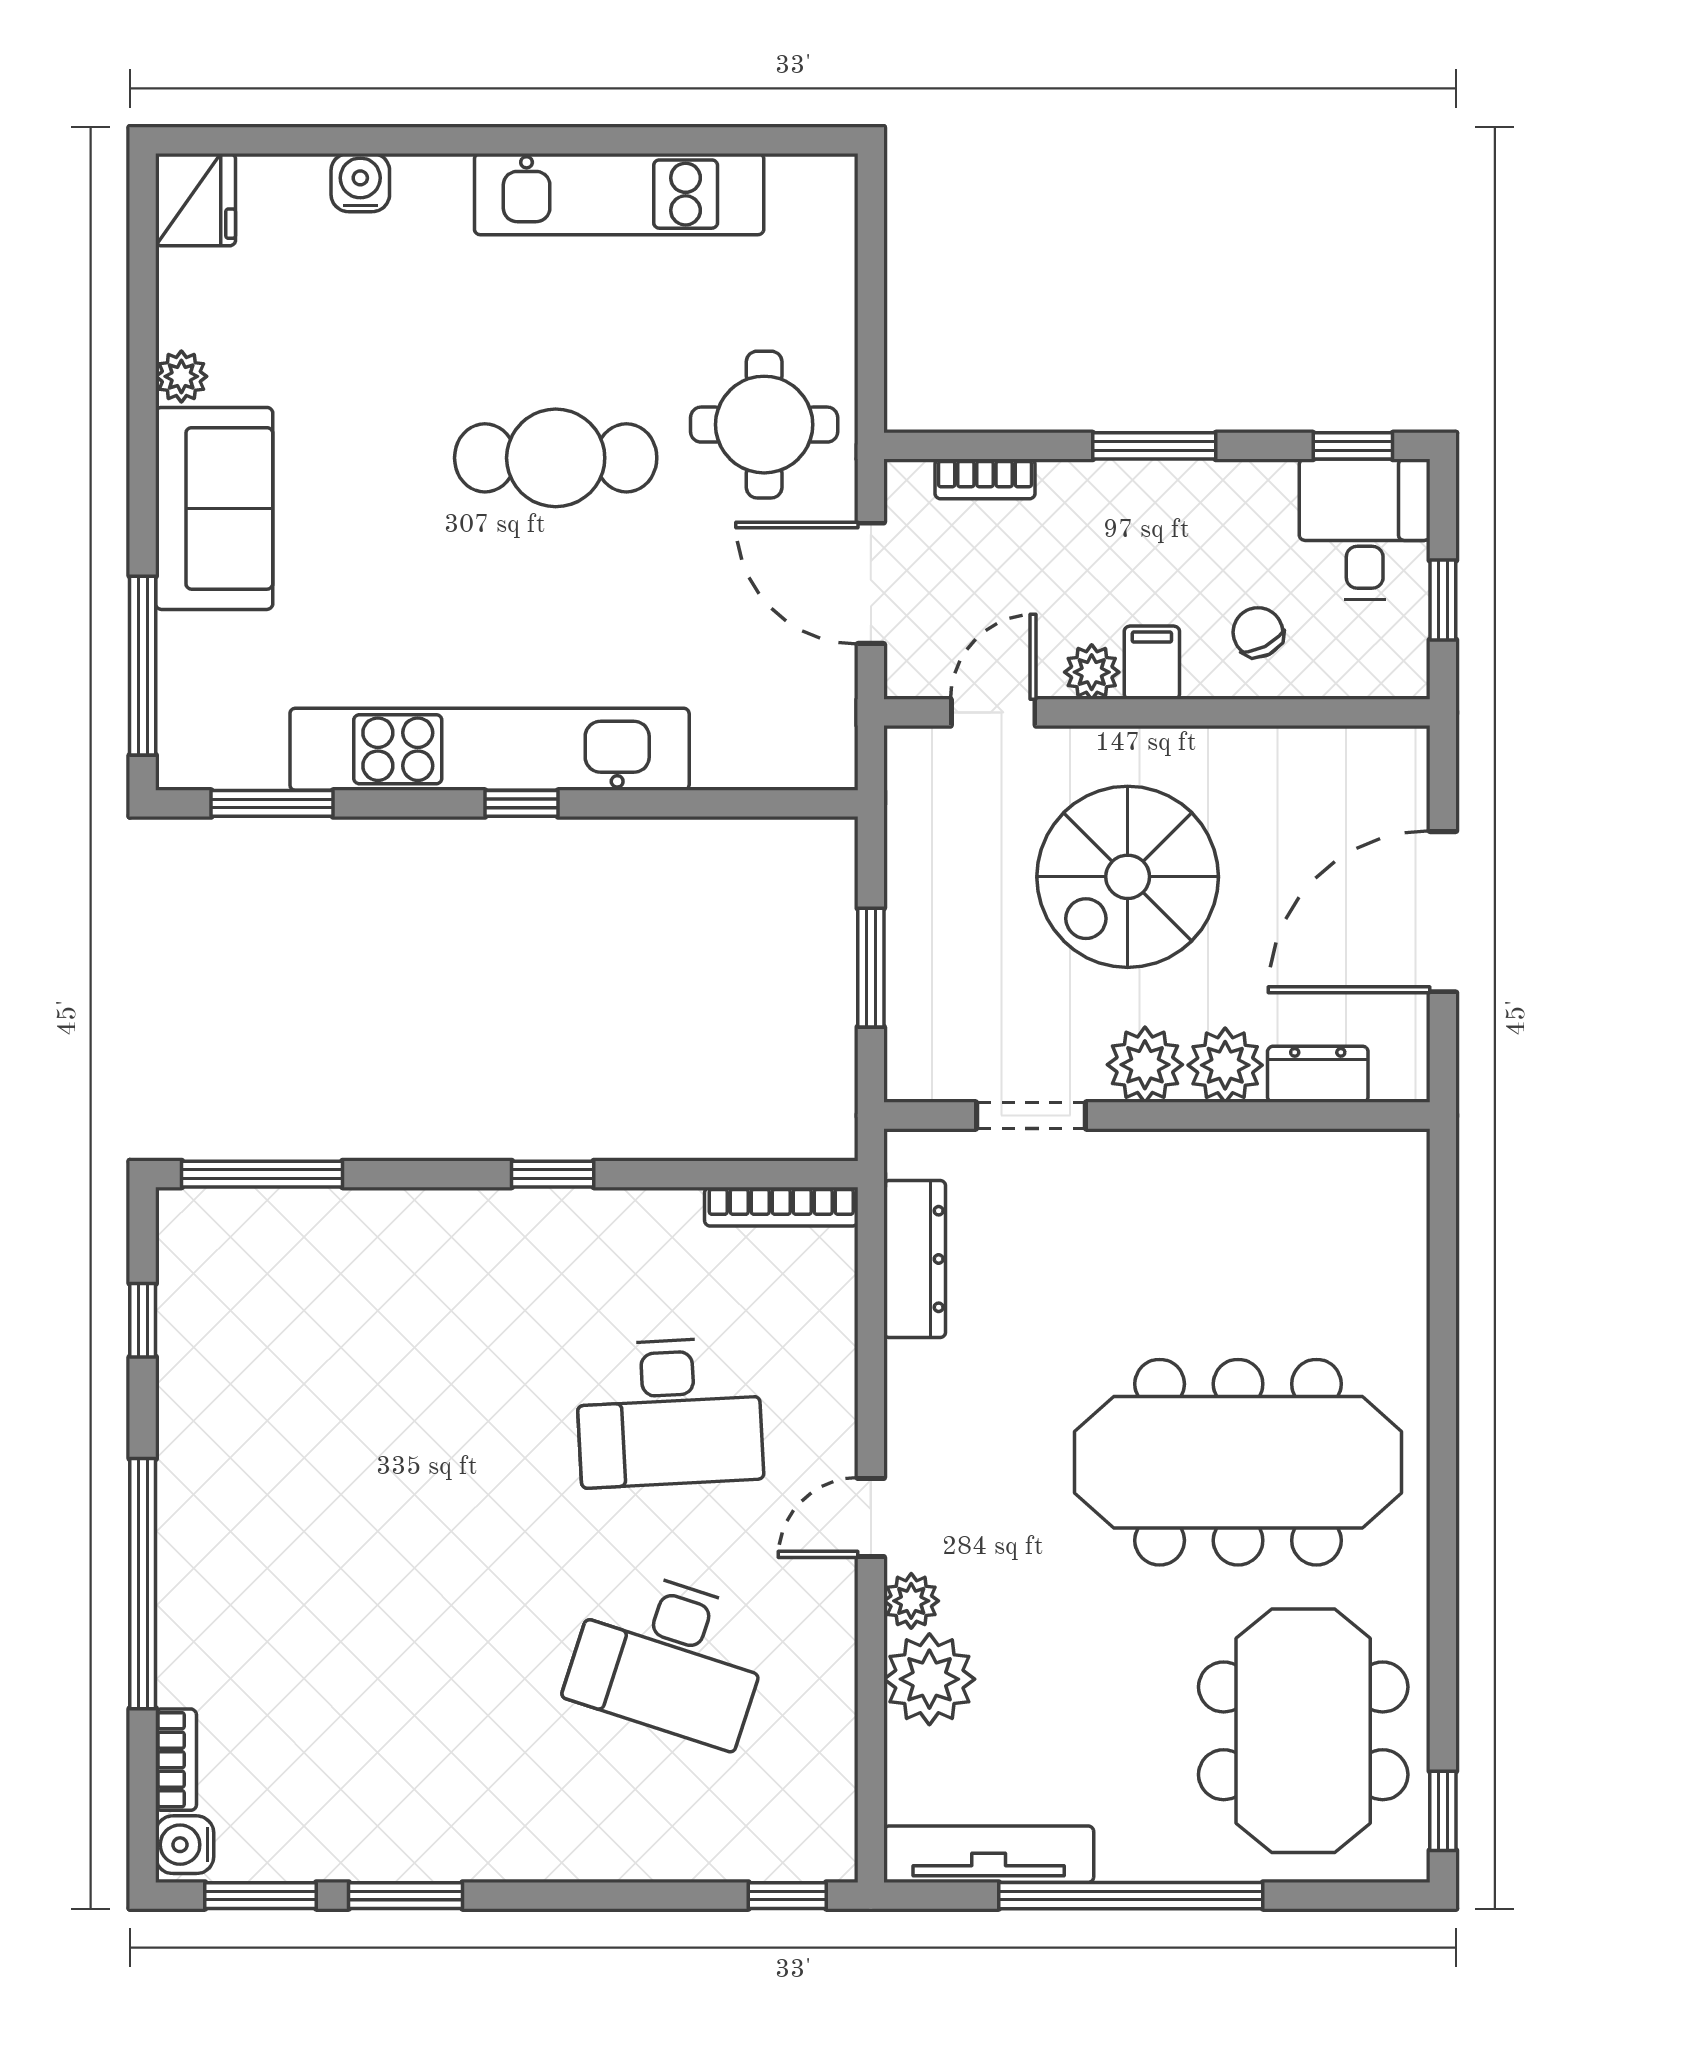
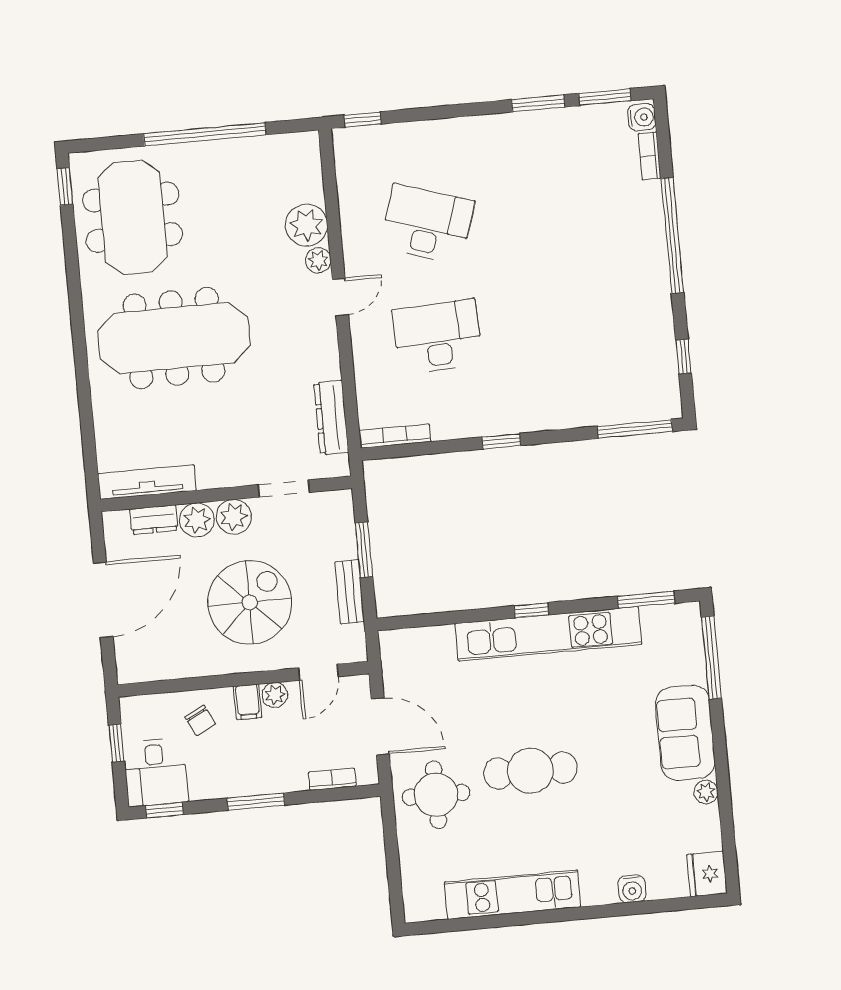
bench: (910, 879) -> (350, 592), added
tv unit: (989, 1854) -> (147, 482), moved, turned 180

